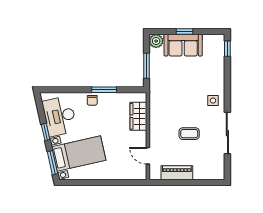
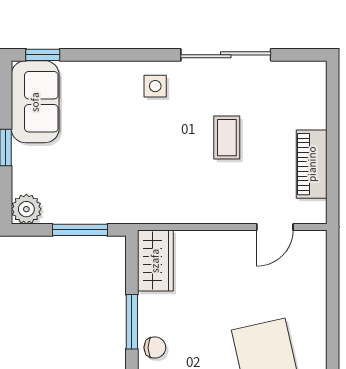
sofa: (183, 45) -> (35, 102), moved
wardrobe: (138, 116) -> (155, 261), moved, turned -90

